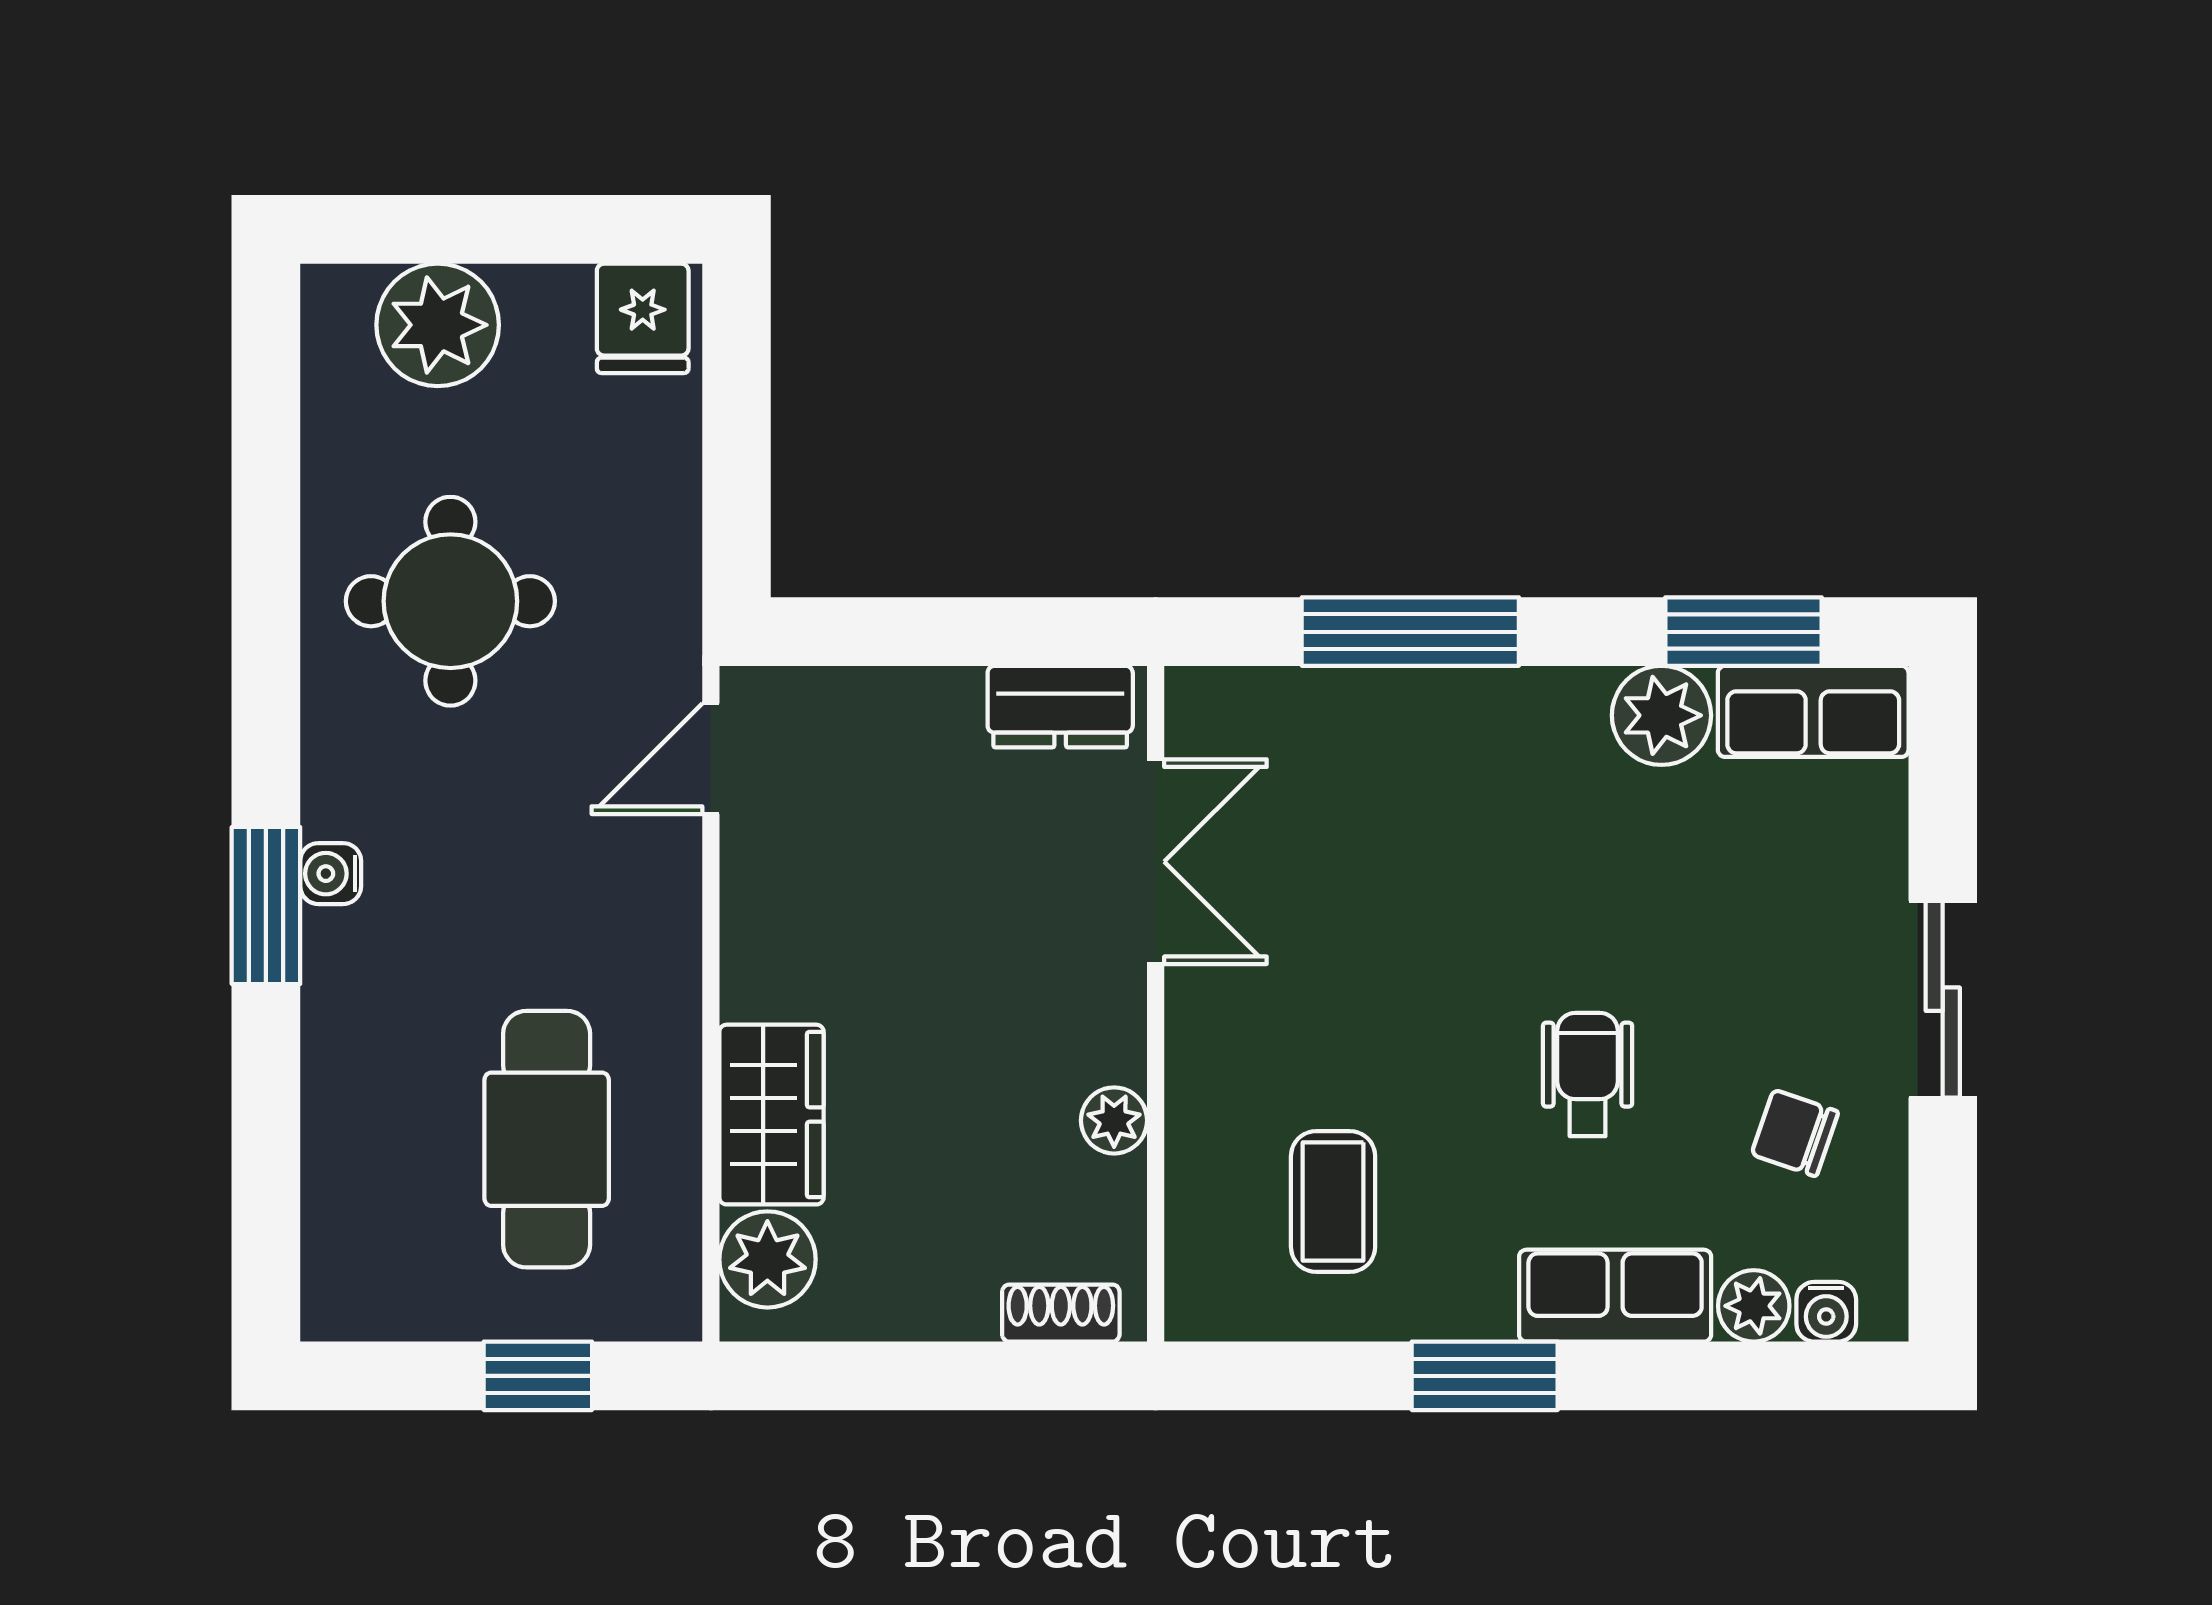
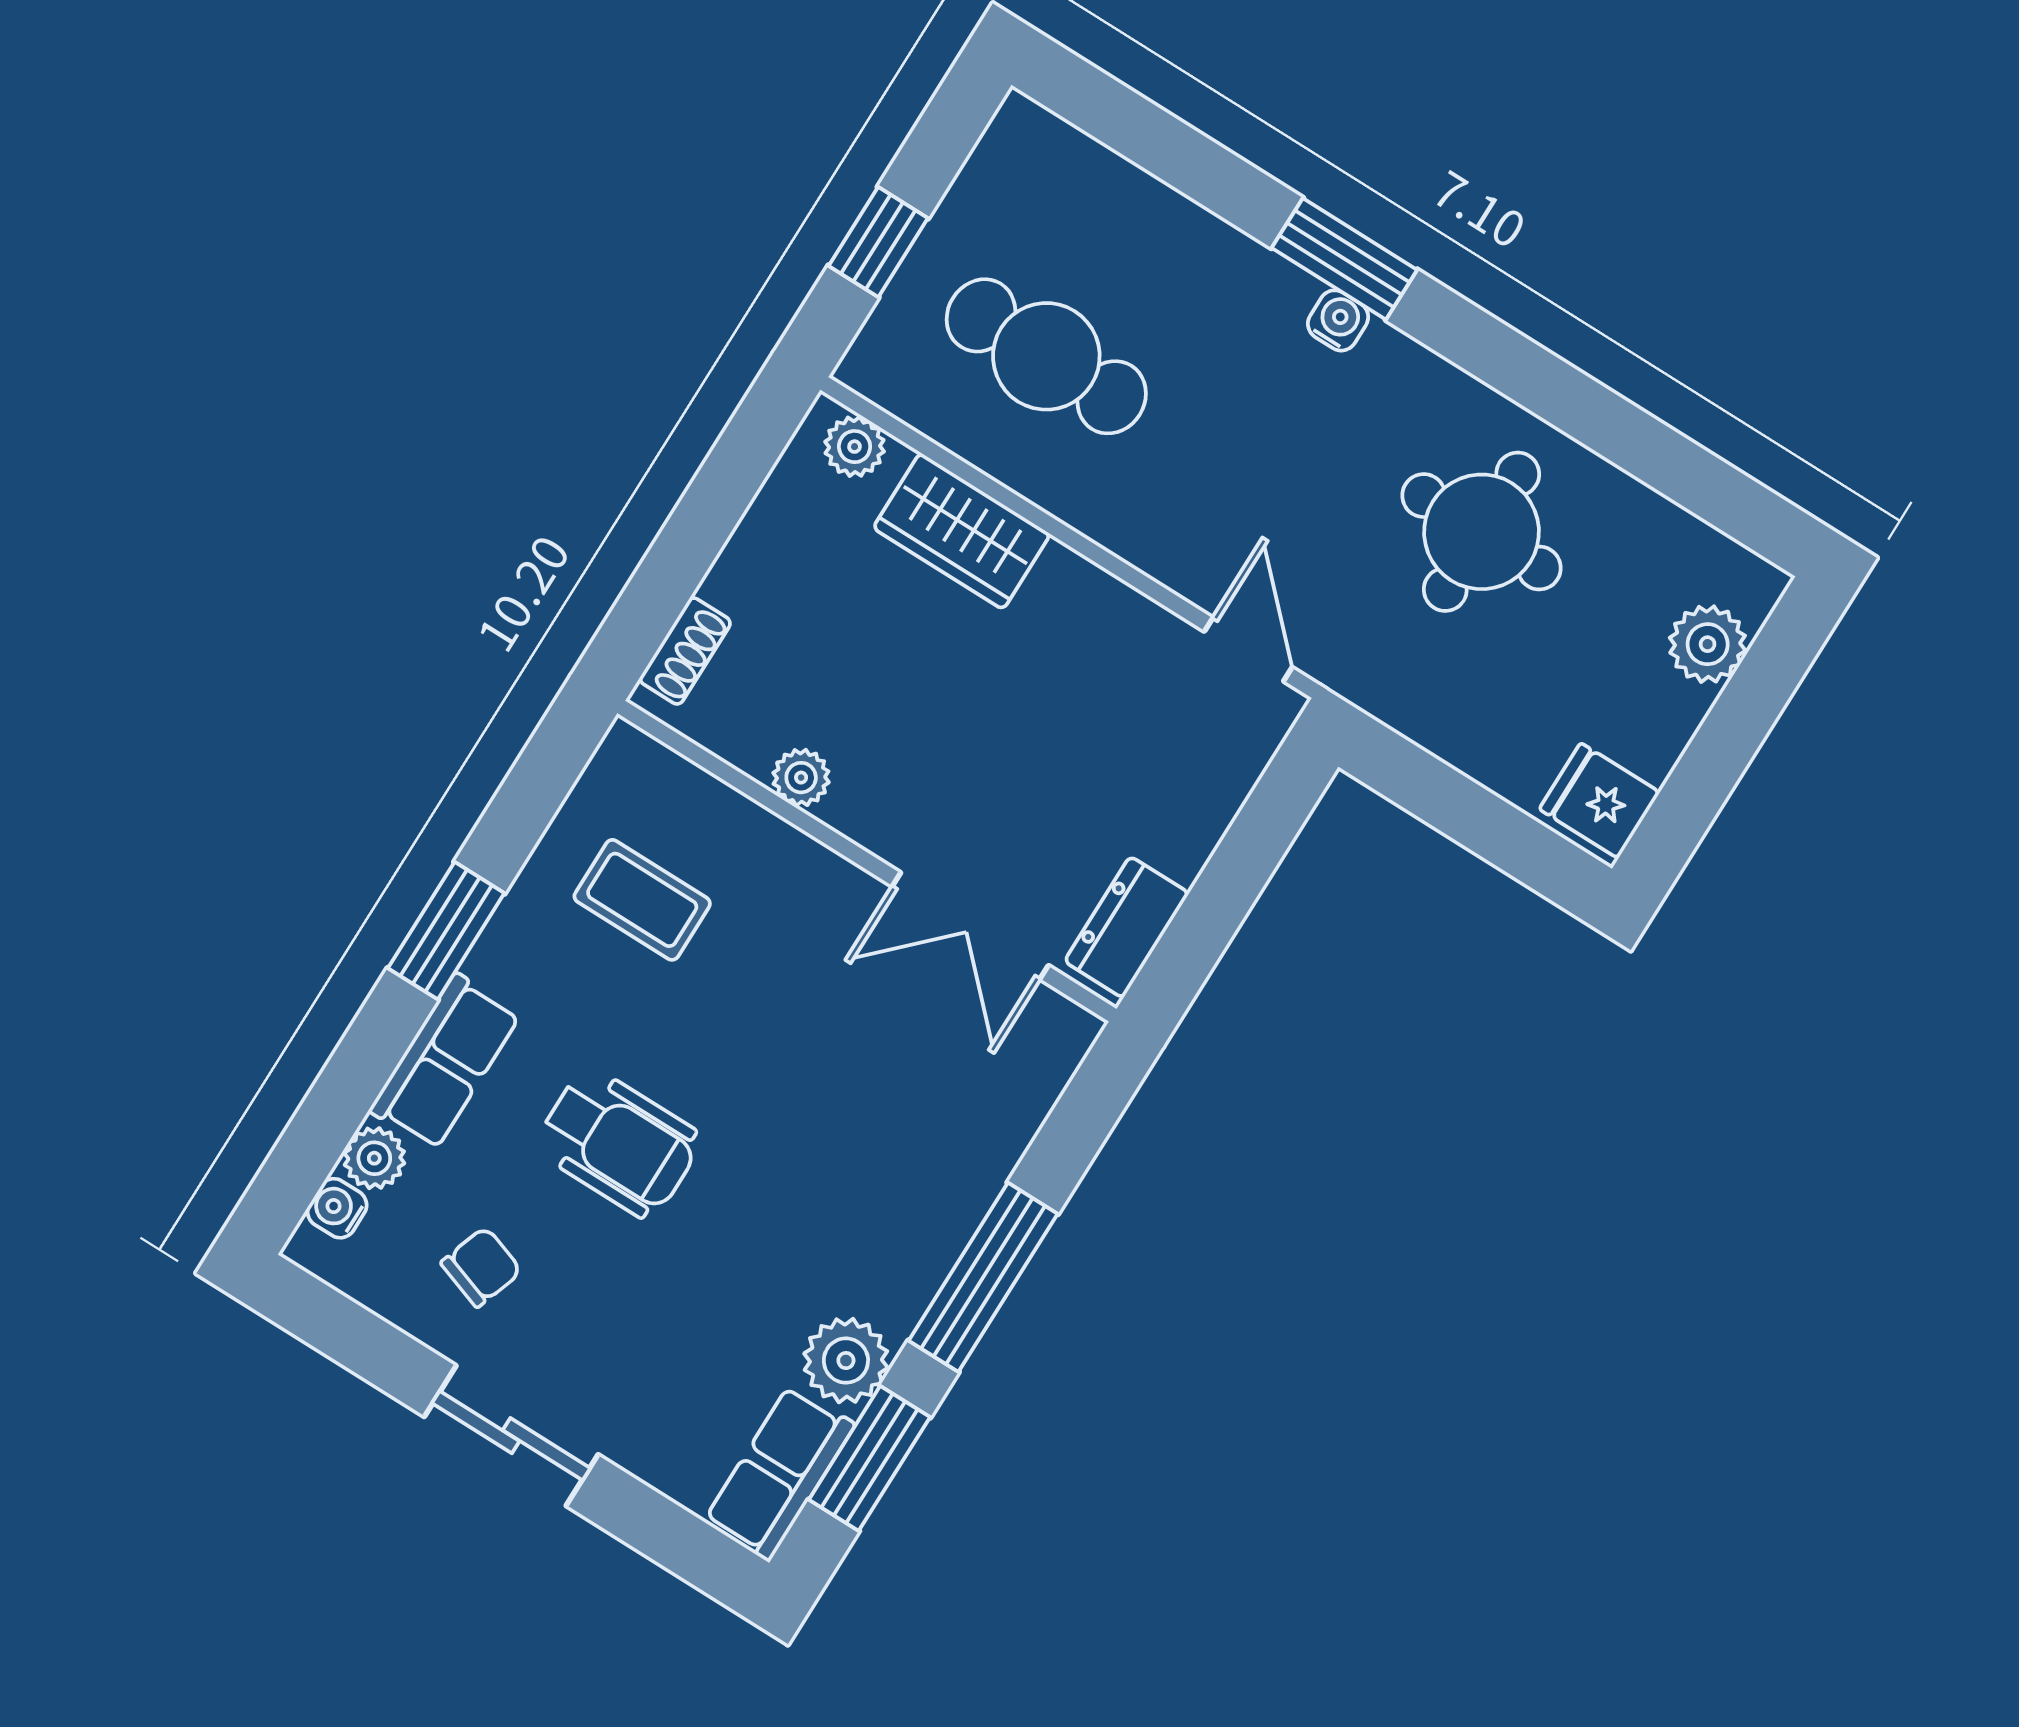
plant: (438, 325) -> (1708, 644), width x0.73, depth x0.73
window: (1410, 632) -> (983, 1277), moved
wheelchair: (1588, 1075) -> (618, 1143), width x1.36, depth x1.37
plant: (767, 1259) -> (855, 447), width x0.73, depth x0.73

